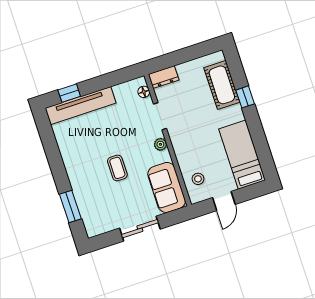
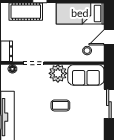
plant: (160, 144) -> (58, 73), width x1.88, depth x1.88
door: (224, 201) -> (109, 37), swing flipped

